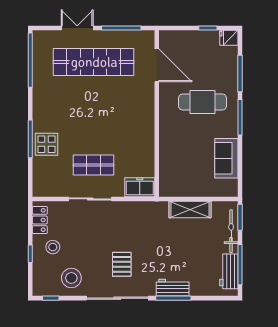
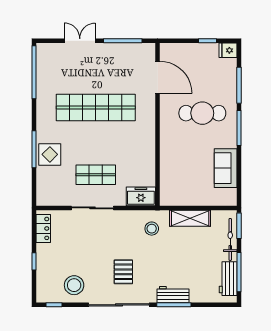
shop shelf: (94, 62) -> (96, 108), moved
stool: (53, 247) -> (152, 229), moved

